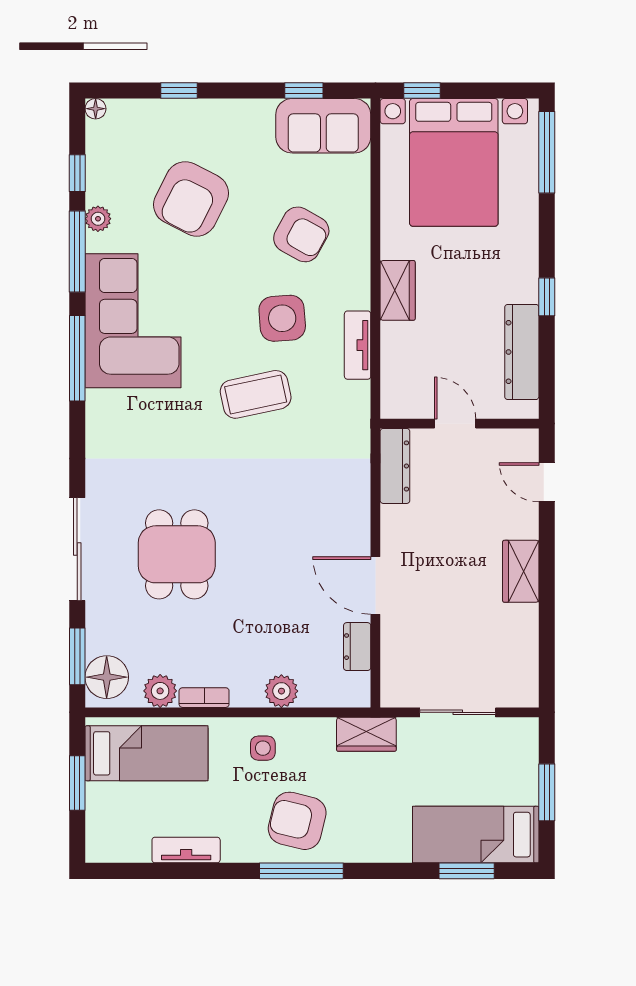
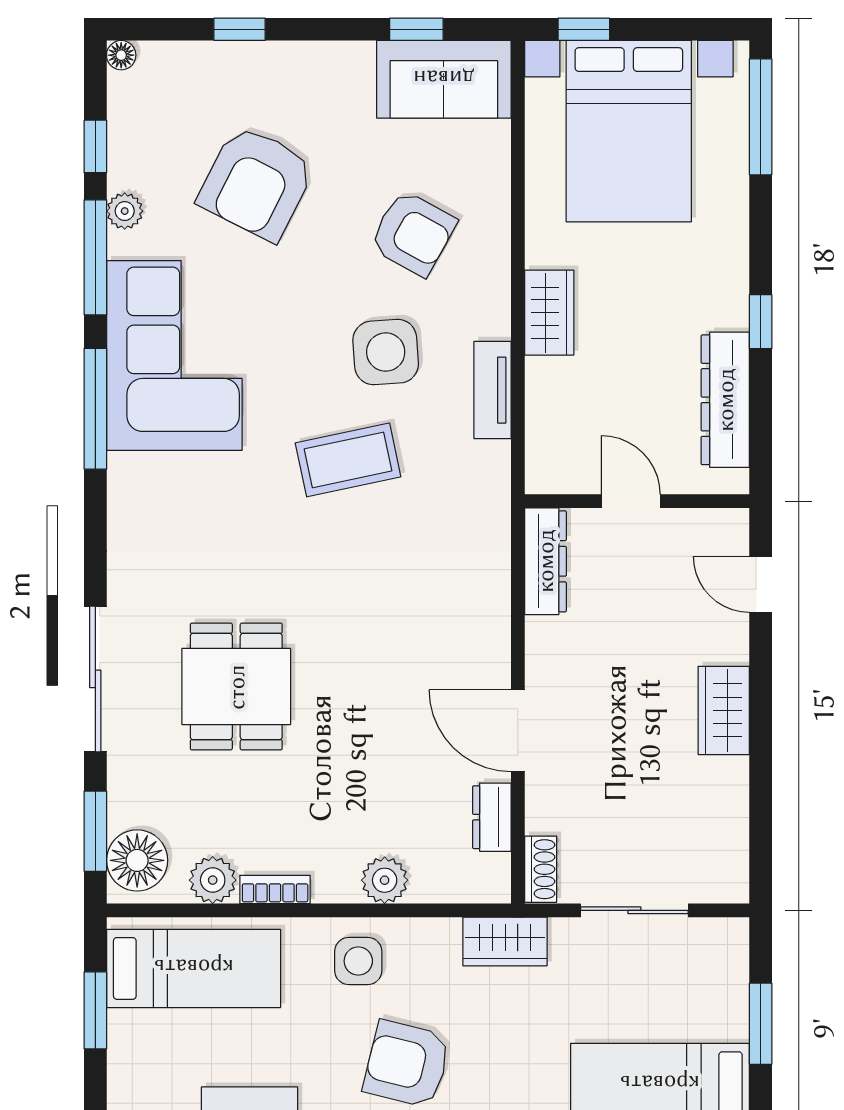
shoe rack: (392, 683) -> (541, 869), added
side table: (263, 748) -> (358, 961), width x1.37, depth x1.37

